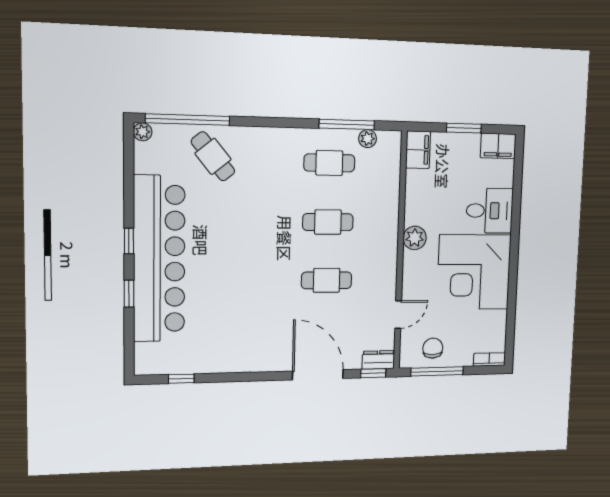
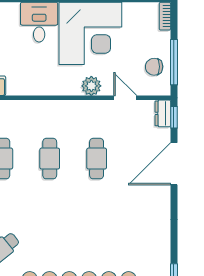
plant: (415, 238) -> (91, 86), moved

